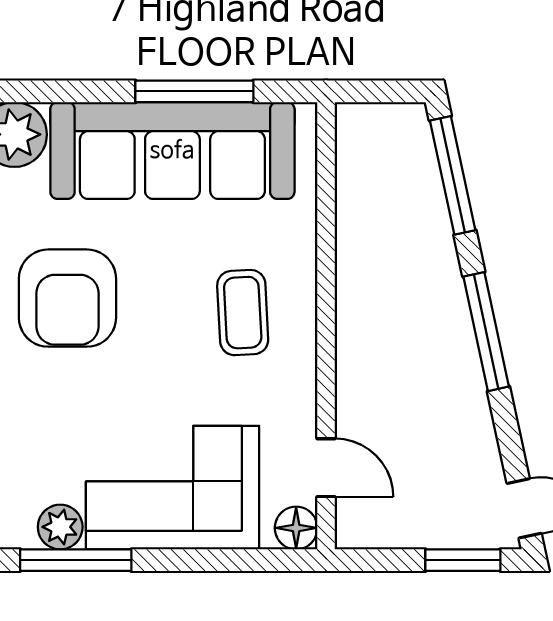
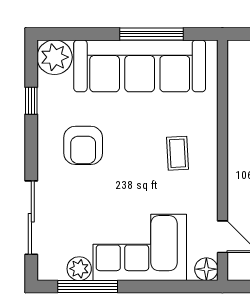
armchair: (67, 298) -> (83, 145), width x0.73, depth x0.73
coffee table: (243, 313) -> (178, 153), width x0.73, depth x0.77

